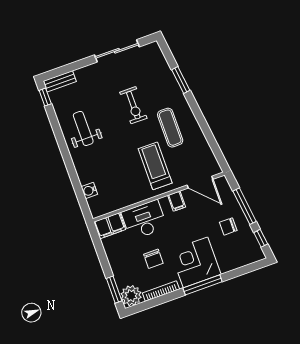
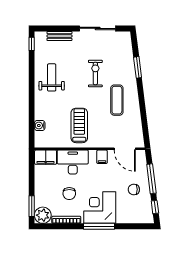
bench: (60, 81) -> (59, 36), moved
exercise bike: (133, 105) -> (95, 74), turned 180
treadmill: (155, 166) -> (79, 125), moved

